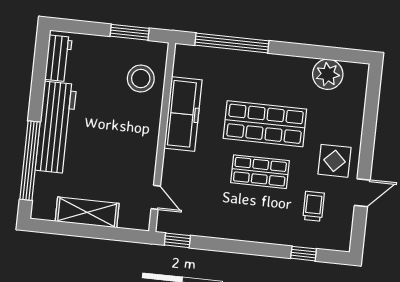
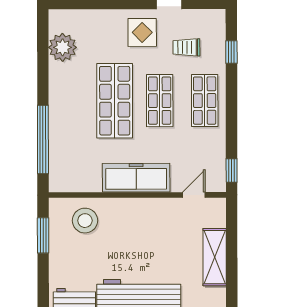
freezer: (183, 114) -> (136, 178), moved
shop shelf: (255, 220) -> (205, 101), added

